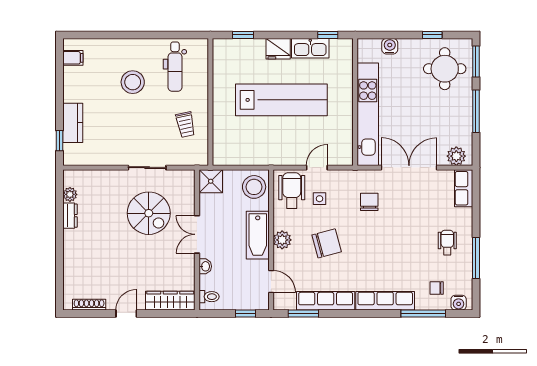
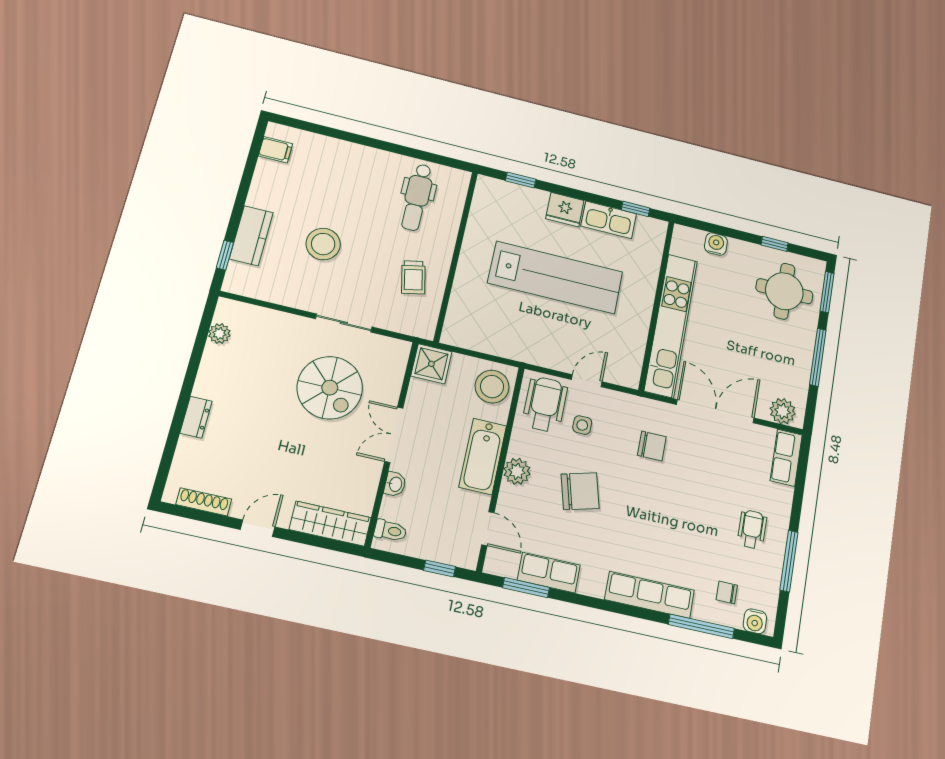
stool: (133, 82) -> (323, 244), moved
chair: (369, 202) -> (652, 446), turned 90
dresser: (70, 216) -> (196, 417), moved
row of seats: (326, 301) -> (549, 573), width x0.68

